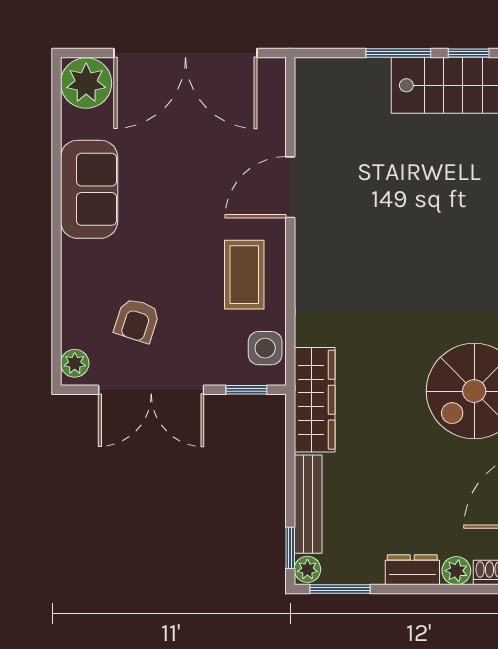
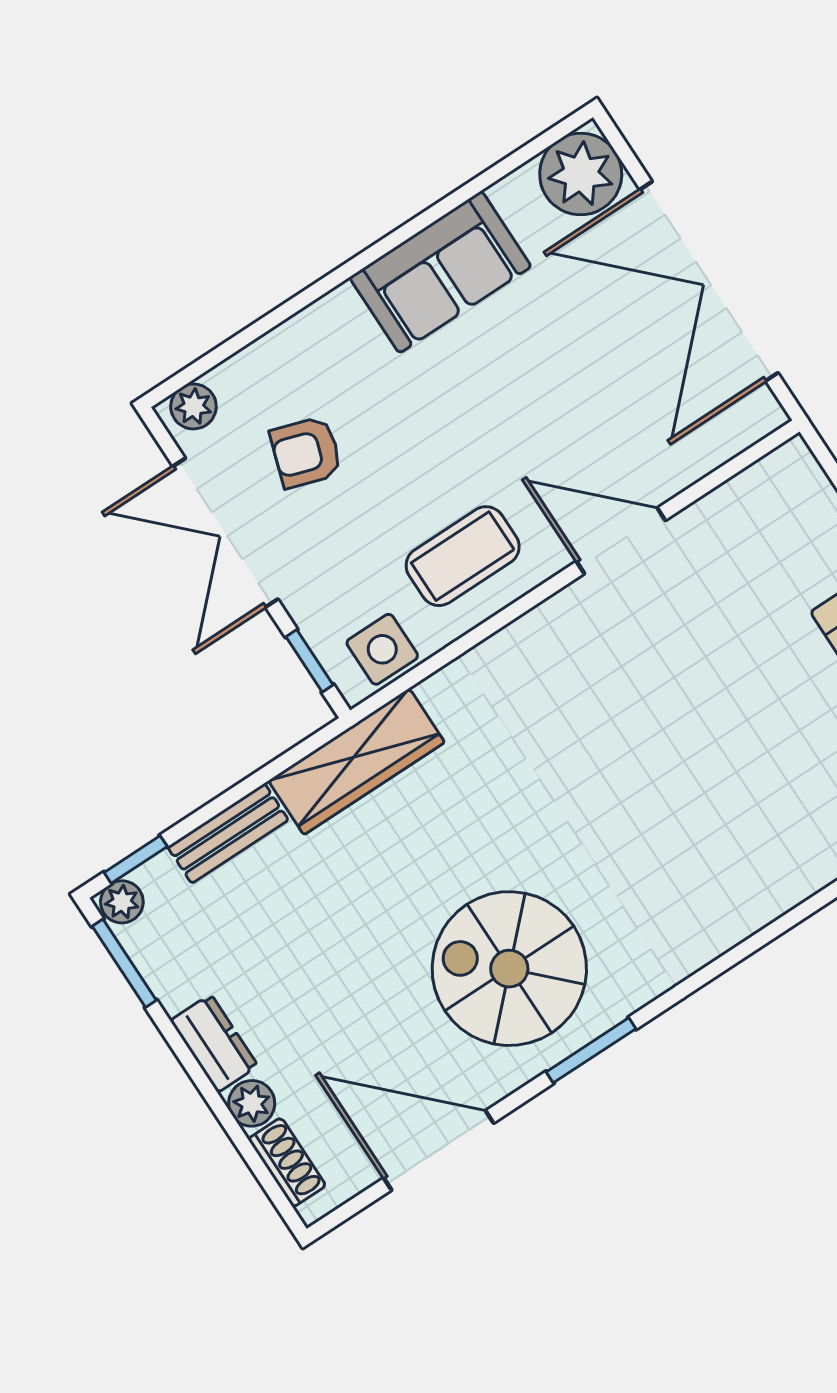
bench: (308, 504) -> (228, 833), width x0.73

